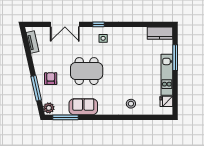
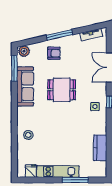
kitchen counter: (160, 33) -> (100, 148), moved
dining table: (87, 71) -> (62, 90), width x0.73
window: (36, 88) -> (59, 35), moved
sofa: (83, 107) -> (25, 86), width x1.36

